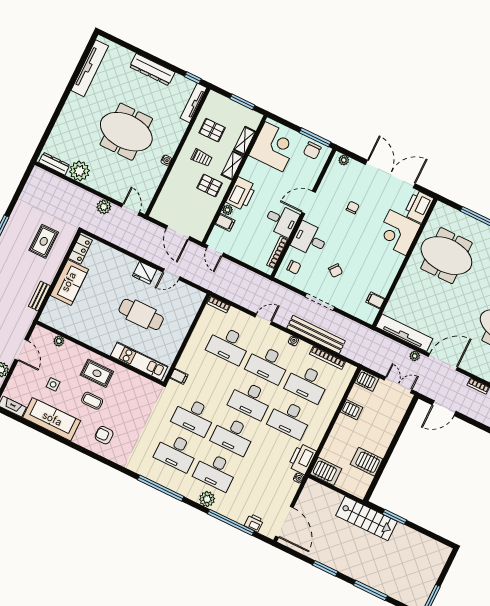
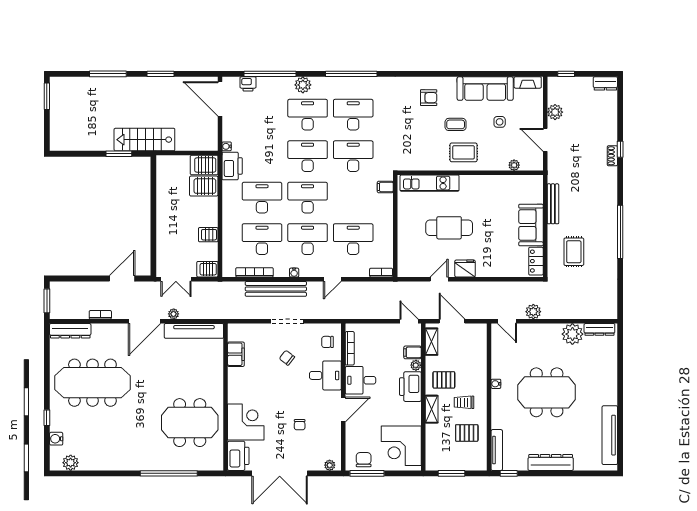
shelving: (245, 141) -> (432, 342), moved
bench: (39, 296) -> (553, 204), width x1.36
filing cabinet: (375, 300) -> (236, 354), width x2.00
server rack: (367, 462) -> (204, 186), moved, turned 180

